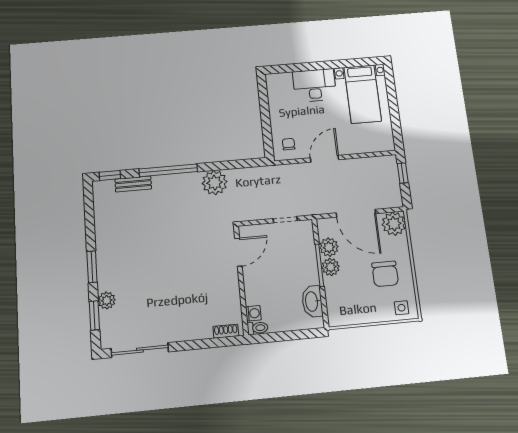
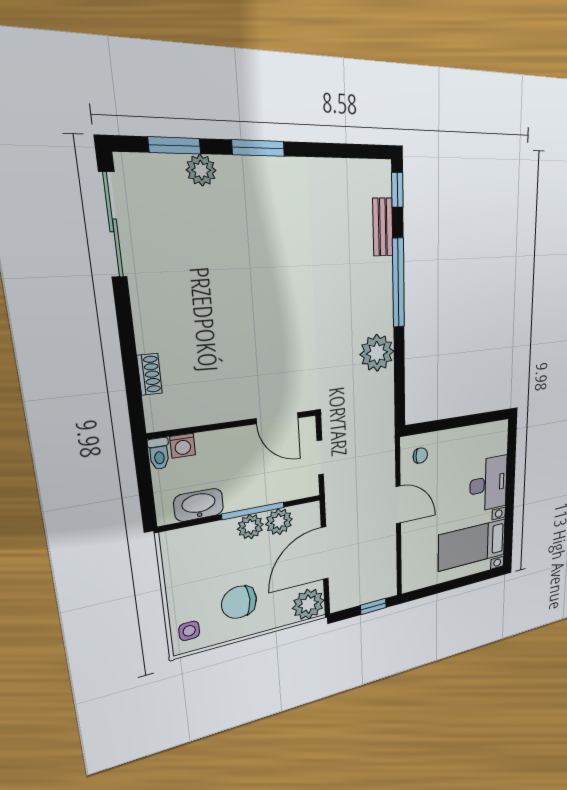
door: (238, 252) -> (277, 418), moved
wall: (241, 280) -> (235, 424), moved
washing machine: (253, 313) -> (183, 446), moved
toilet: (258, 328) -> (159, 454), moved

